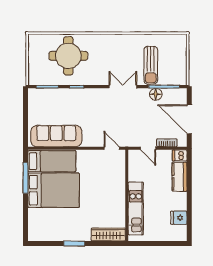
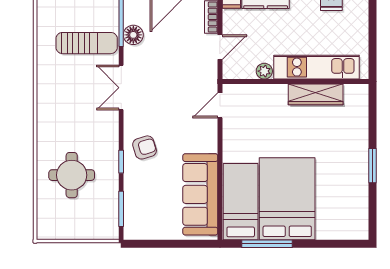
round table: (68, 56) -> (72, 175), width x0.73, depth x0.73
armchair: (86, 101) -> (145, 147), added
plant: (133, 176) -> (264, 71), added
wardrobe: (108, 235) -> (316, 94), moved, turned -90

